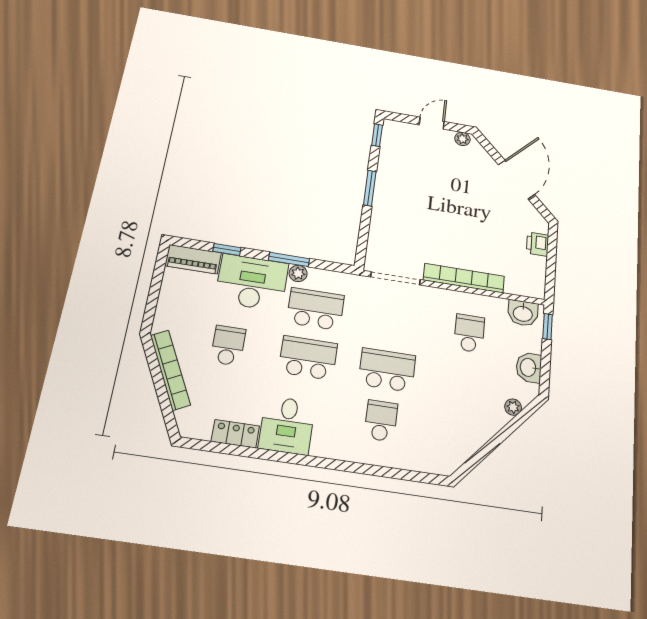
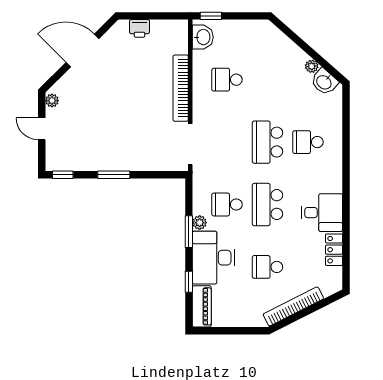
school desk: (315, 309) -> (227, 205), width x0.54
washbasin: (529, 367) -> (324, 82), moved, turned 41
plant: (513, 407) -> (312, 66), moved

